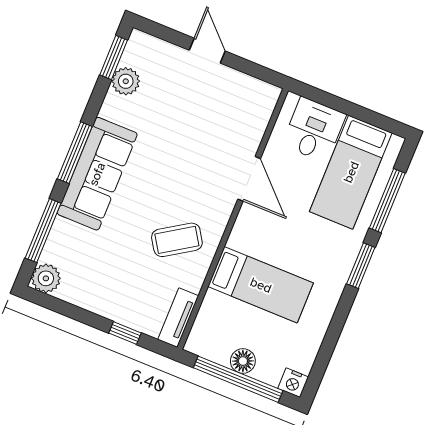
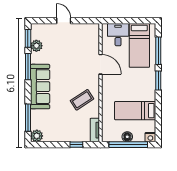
window: (75, 153) -> (28, 67), moved
bed: (261, 285) -> (135, 111), moved, turned 180

